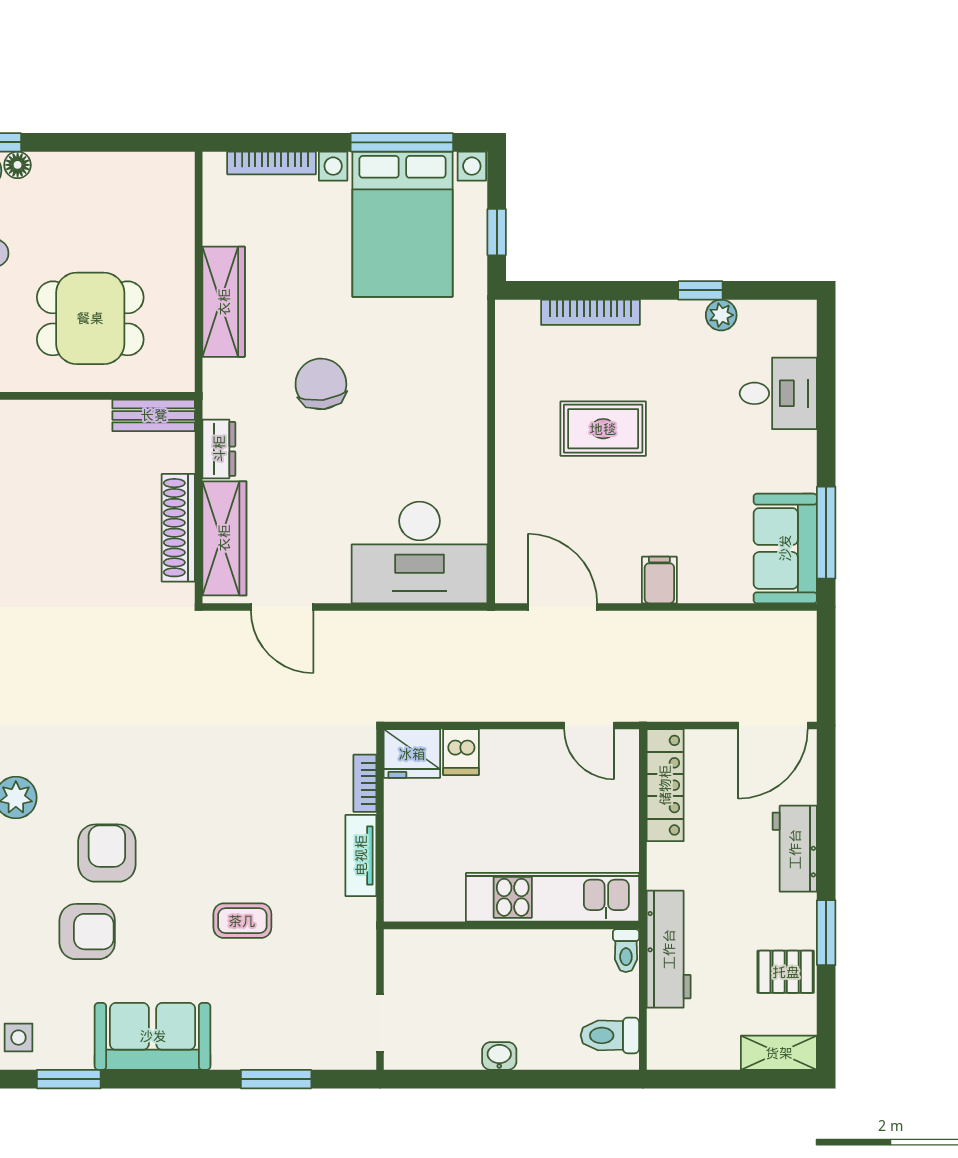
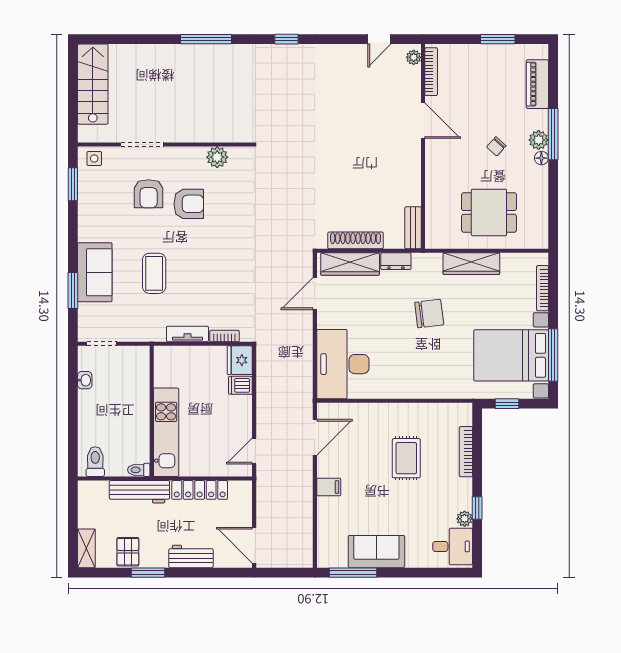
dining table: (90, 318) -> (489, 212), moved, turned 90
desk: (778, 393) -> (453, 546), moved, turned -90
sofa: (785, 548) -> (376, 552), moved
locker: (665, 785) -> (200, 490), moved
coffee table: (242, 921) -> (154, 273), width x1.36, depth x1.30
sofa: (153, 1036) -> (95, 272), moved
washbasin: (499, 1056) -> (85, 380), moved

